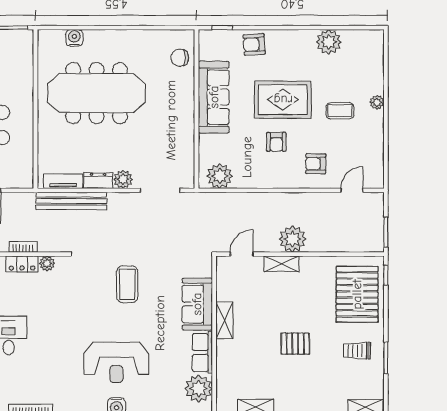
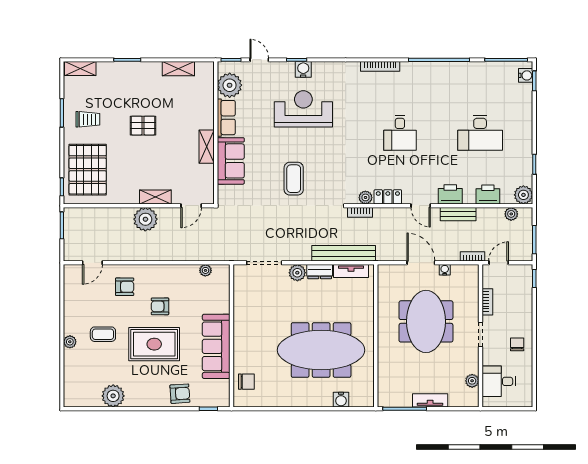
armchair: (276, 142) -> (160, 306), turned -90
plant: (220, 176) -> (205, 270), width x0.53, depth x0.53
bookcase: (23, 247) -> (360, 212), moved

